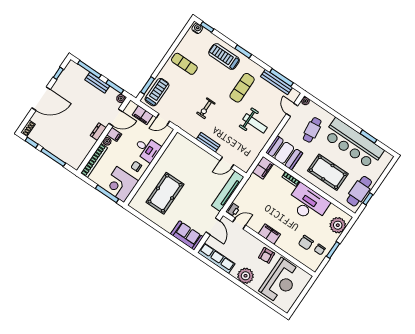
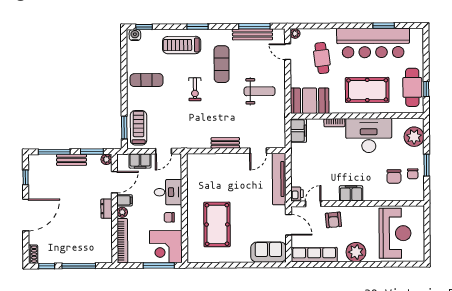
exercise bike: (206, 108) -> (195, 89), moved
armchair: (267, 255) -> (333, 220), moved

